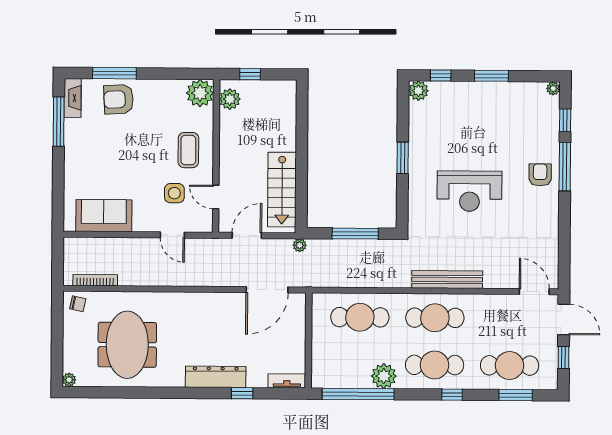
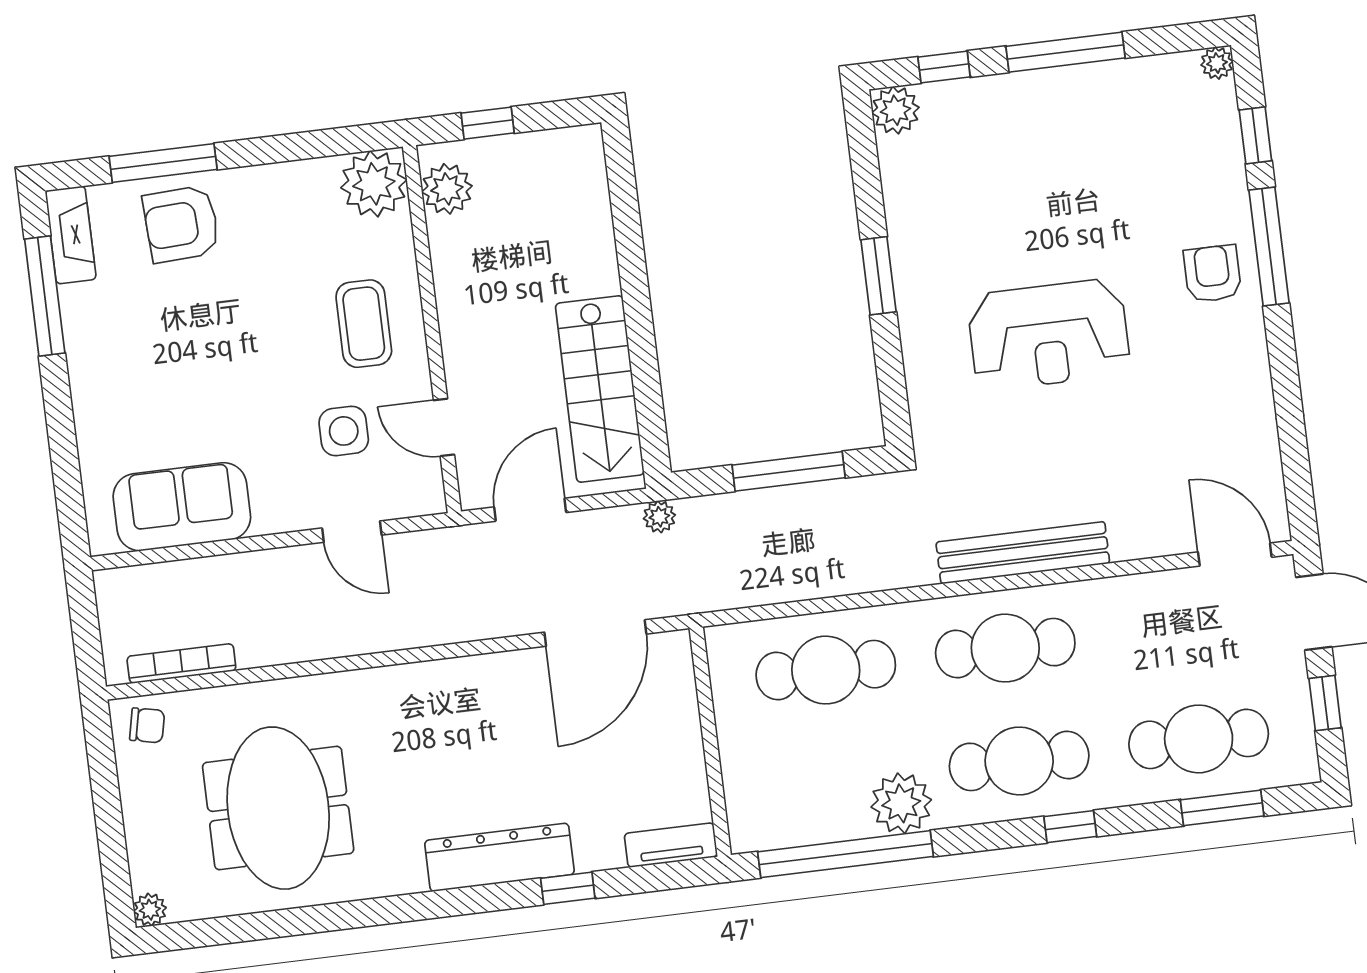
window: (491, 76) -> (1065, 52), width x1.44

